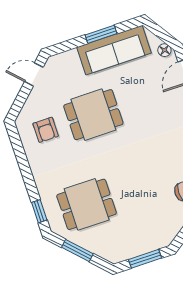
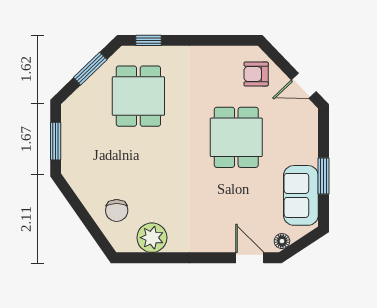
sofa: (114, 50) -> (301, 195), width x0.73
door: (34, 74) -> (304, 86), swing flipped
armchair: (46, 130) -> (256, 74), moved

